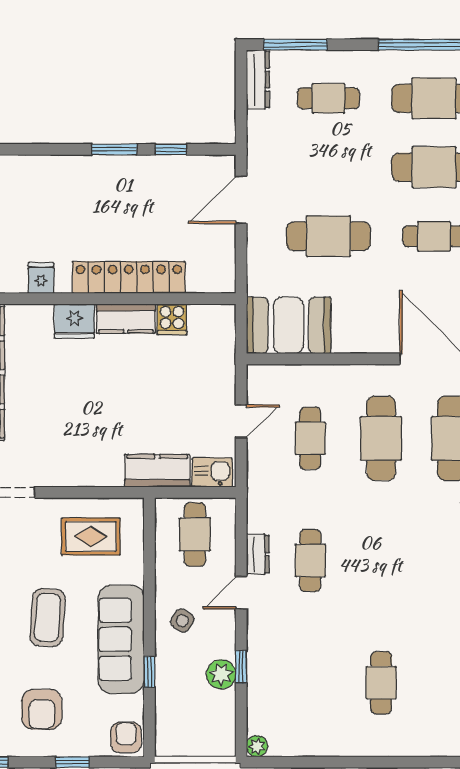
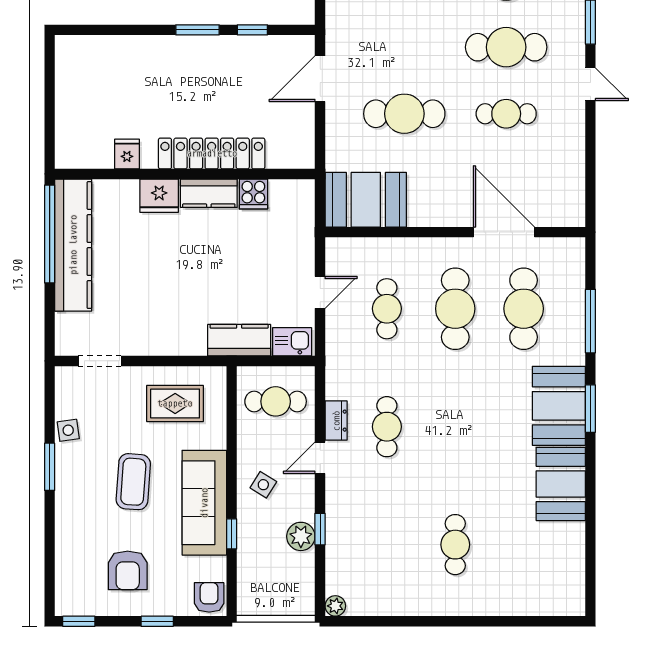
cafe table: (195, 534) -> (276, 401), turned 90

